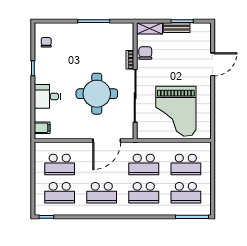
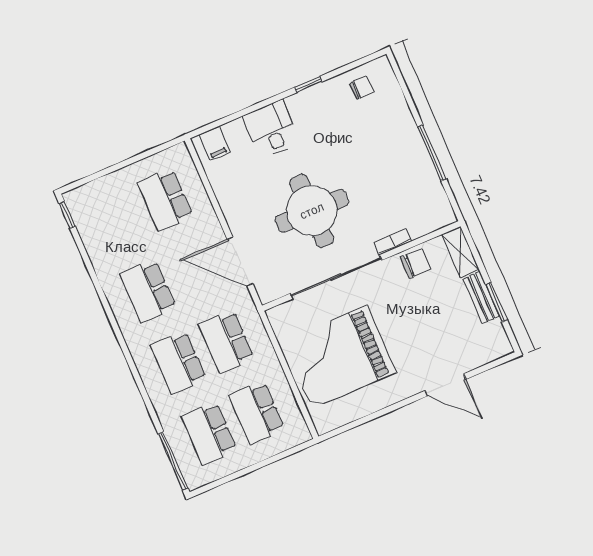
school desk: (60, 193) -> (117, 220), removed

